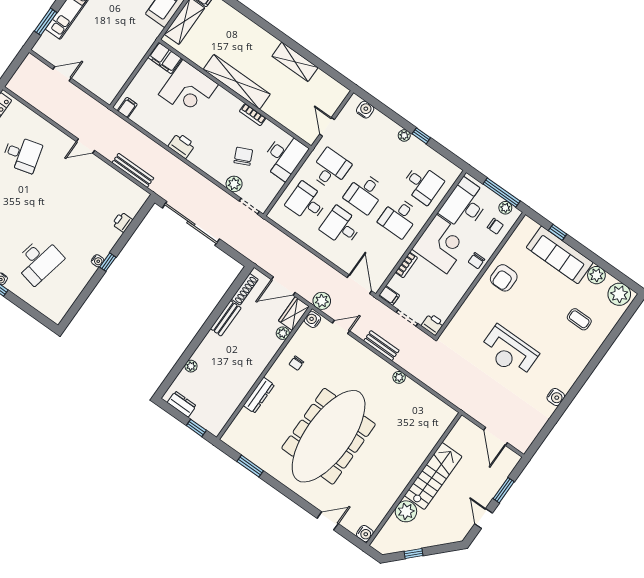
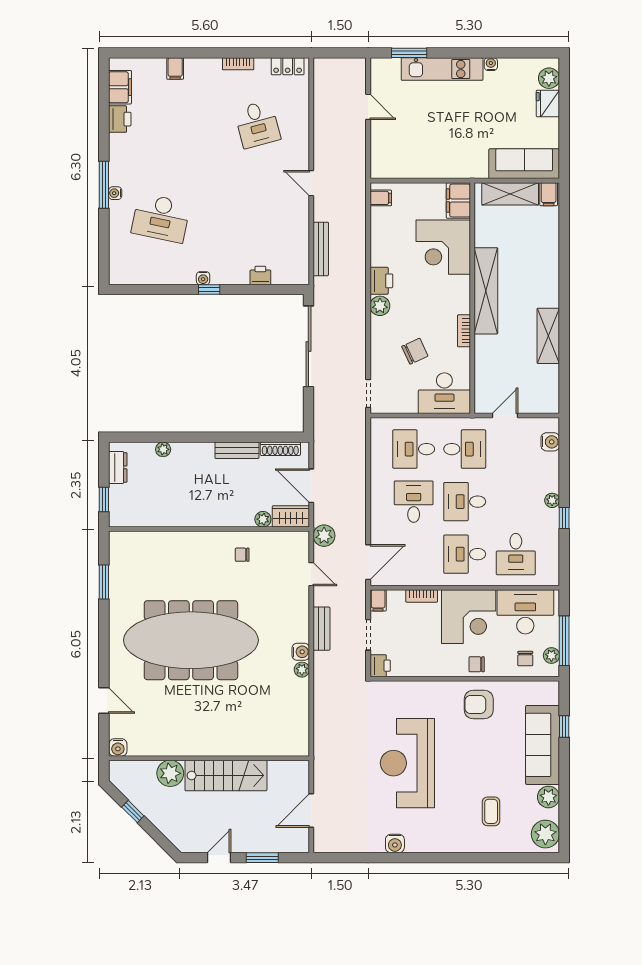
plant: (234, 184) -> (380, 306), moved
desk: (307, 202) -> (414, 449), turned -90
water cooler: (312, 320) -> (301, 652), moved, turned 90
reception desk: (509, 352) -> (407, 763), width x1.36, depth x1.30
dresser: (259, 395) -> (183, 540), removed

